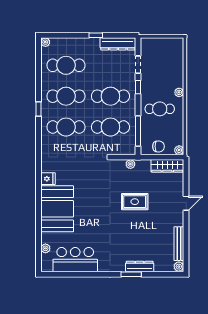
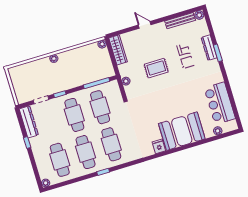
cafe table: (160, 109) -> (72, 71), removed
chair: (158, 146) -> (104, 62), removed
rug: (135, 202) -> (156, 68), turned 90

